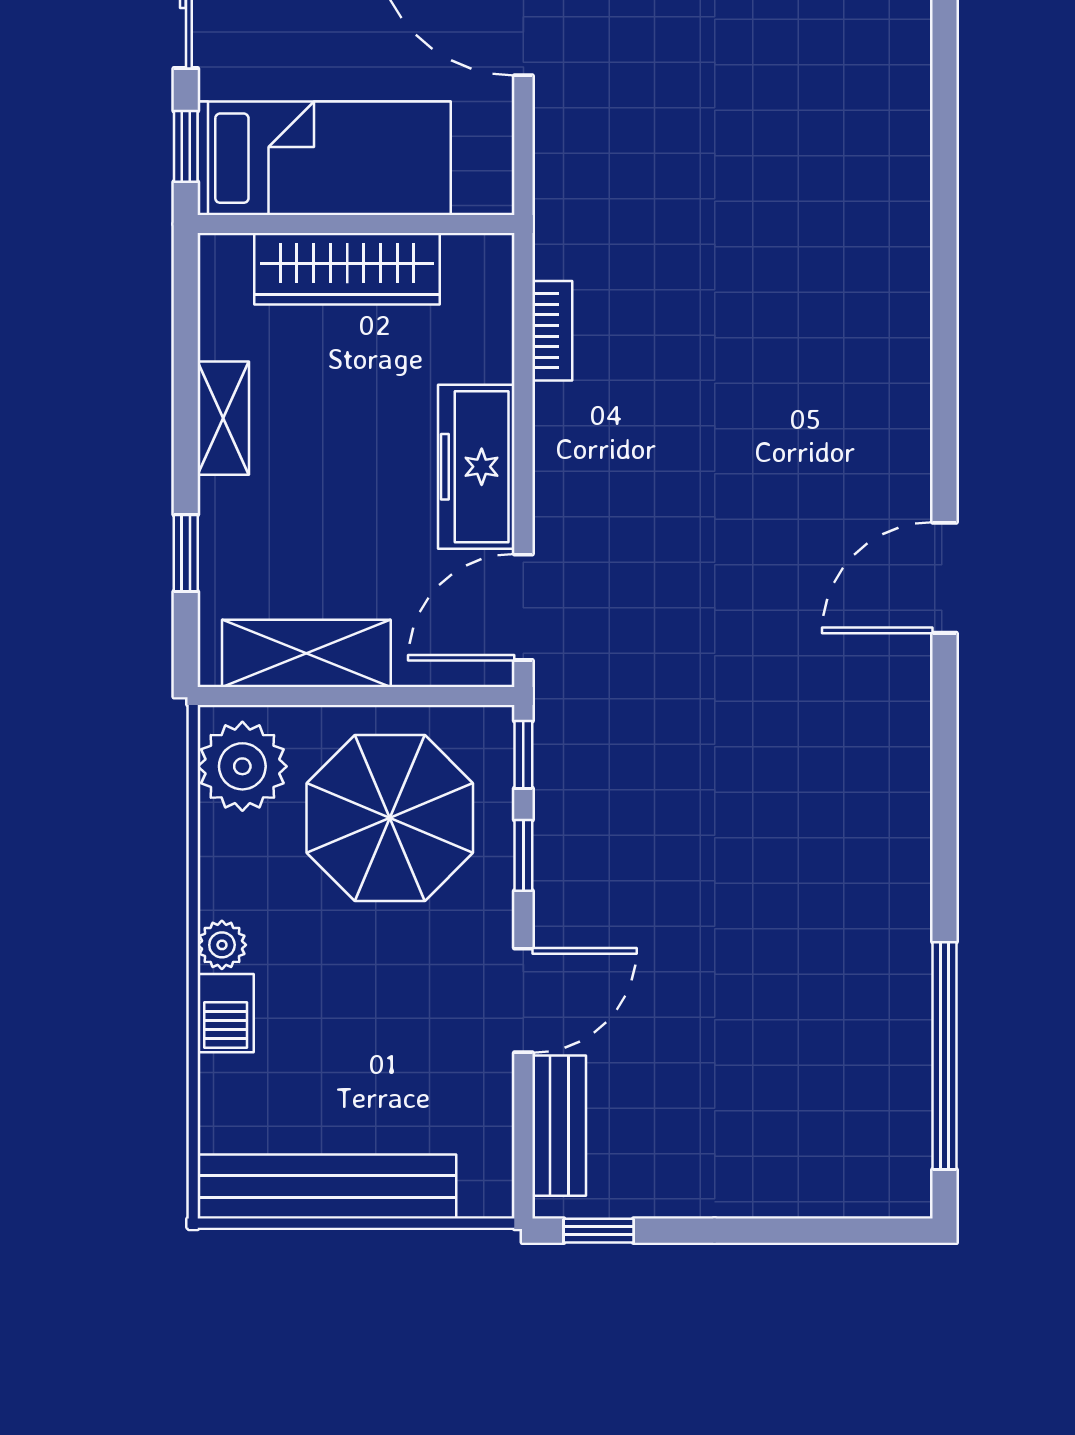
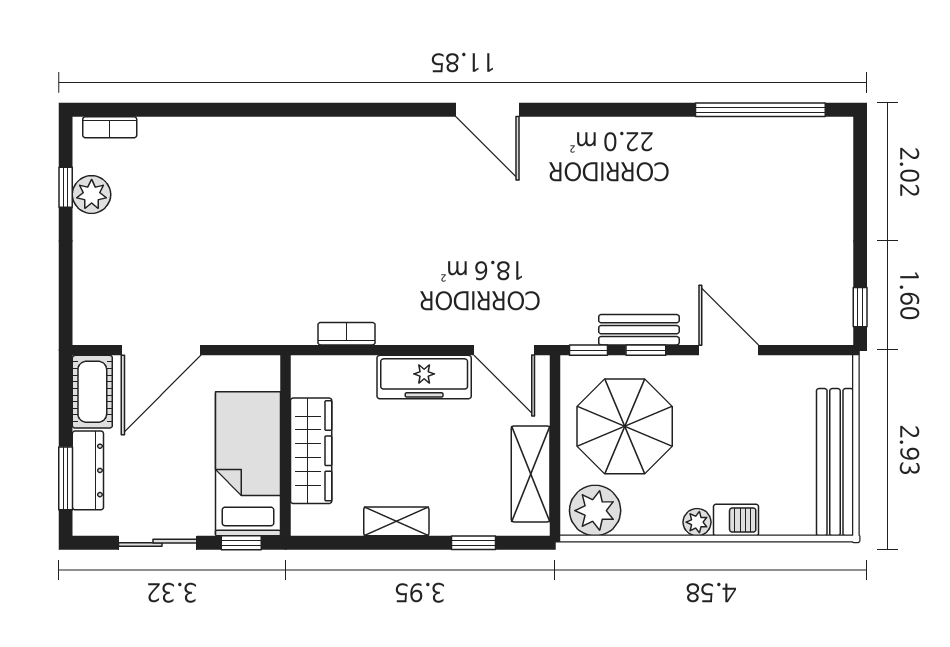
bench: (559, 1126) -> (639, 330), moved

